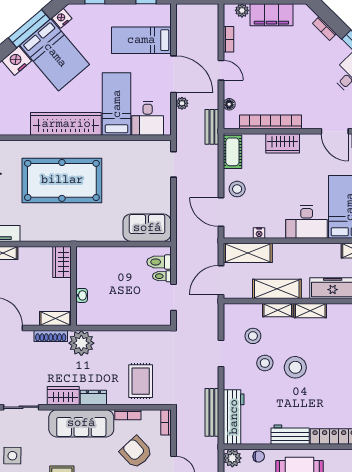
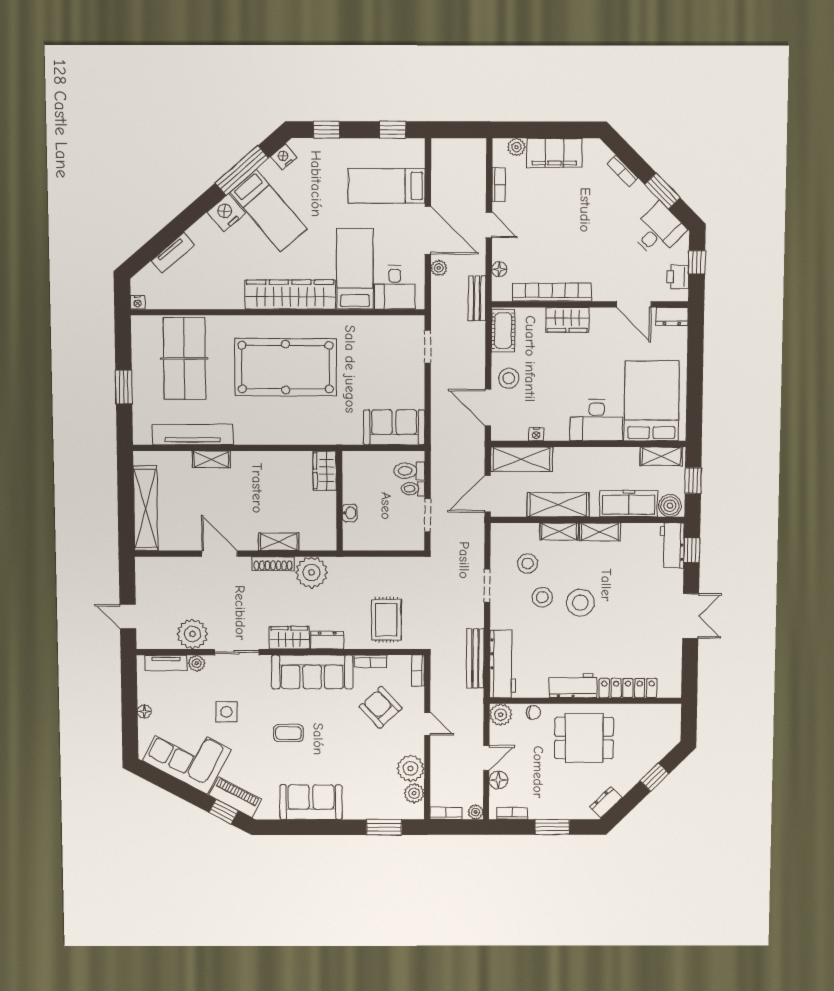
bed: (55, 55) -> (268, 211), width x0.67
wardrobe: (62, 262) -> (325, 471), moved
wall: (74, 286) -> (339, 501), moved
washbasin: (82, 295) -> (350, 513), moved

